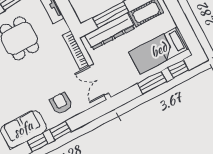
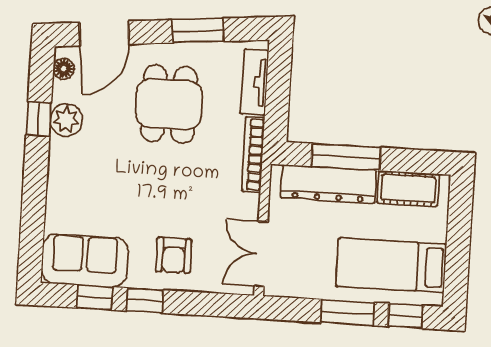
bookcase: (75, 50) -> (253, 154), moved
armchair: (61, 103) -> (174, 255), turned 180

